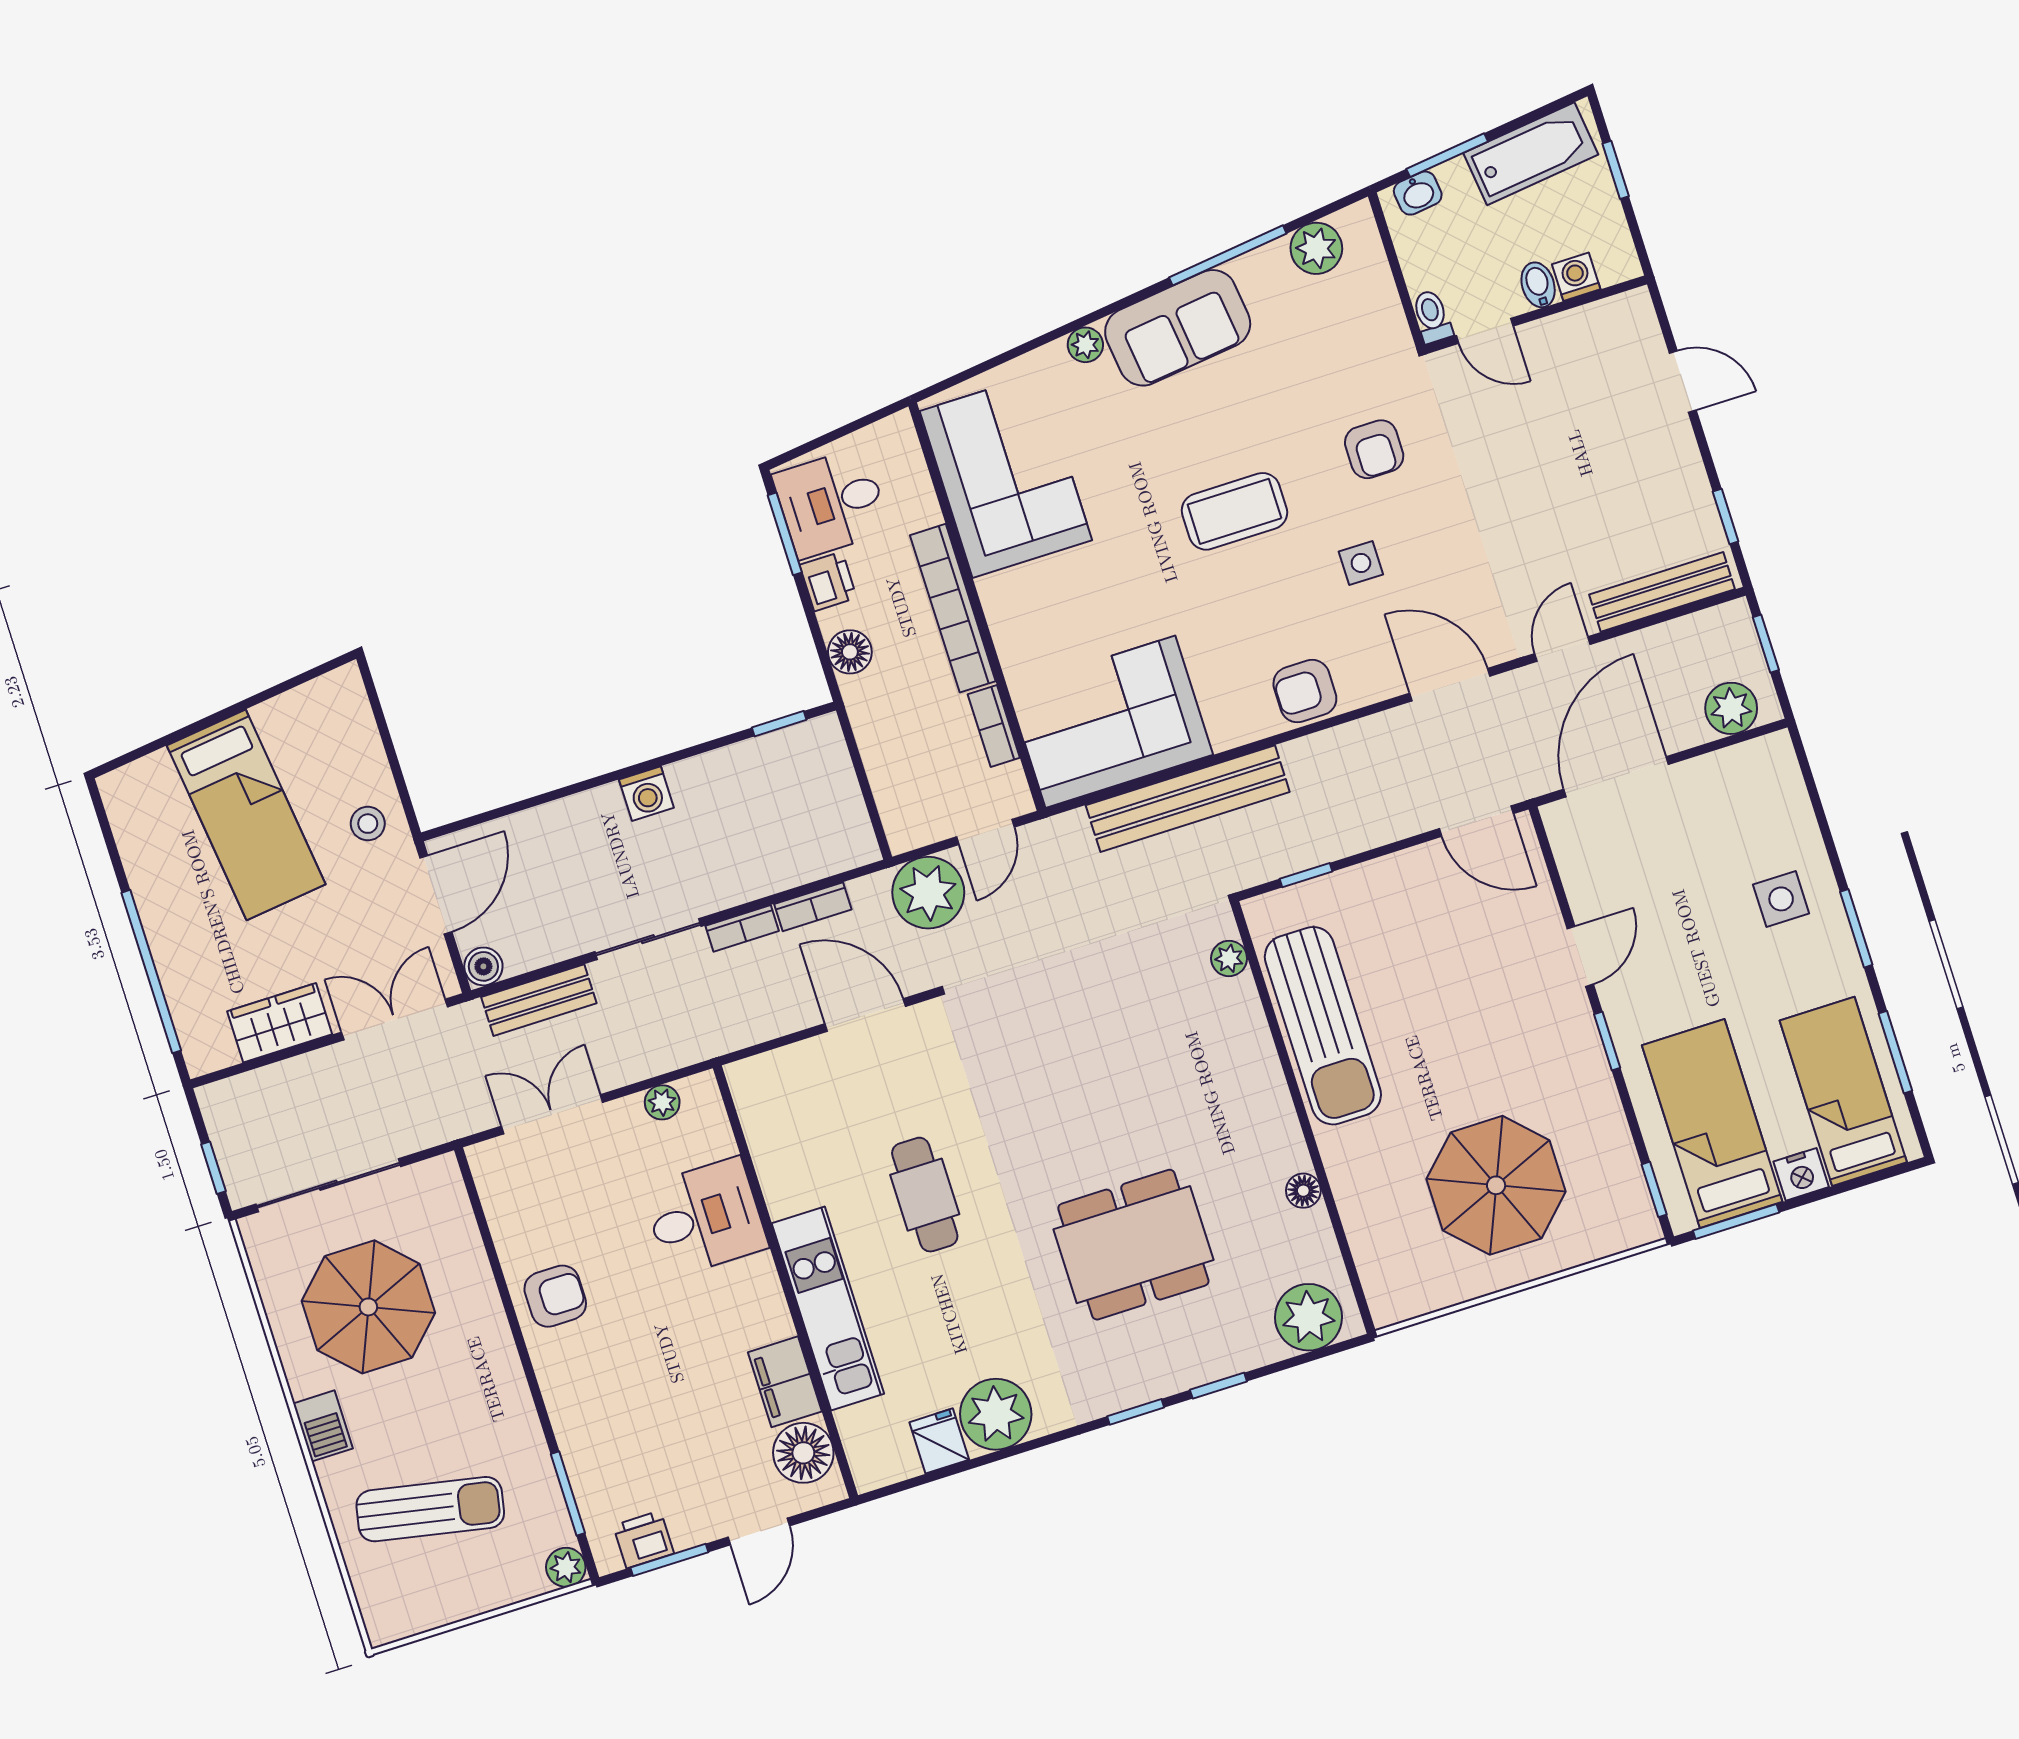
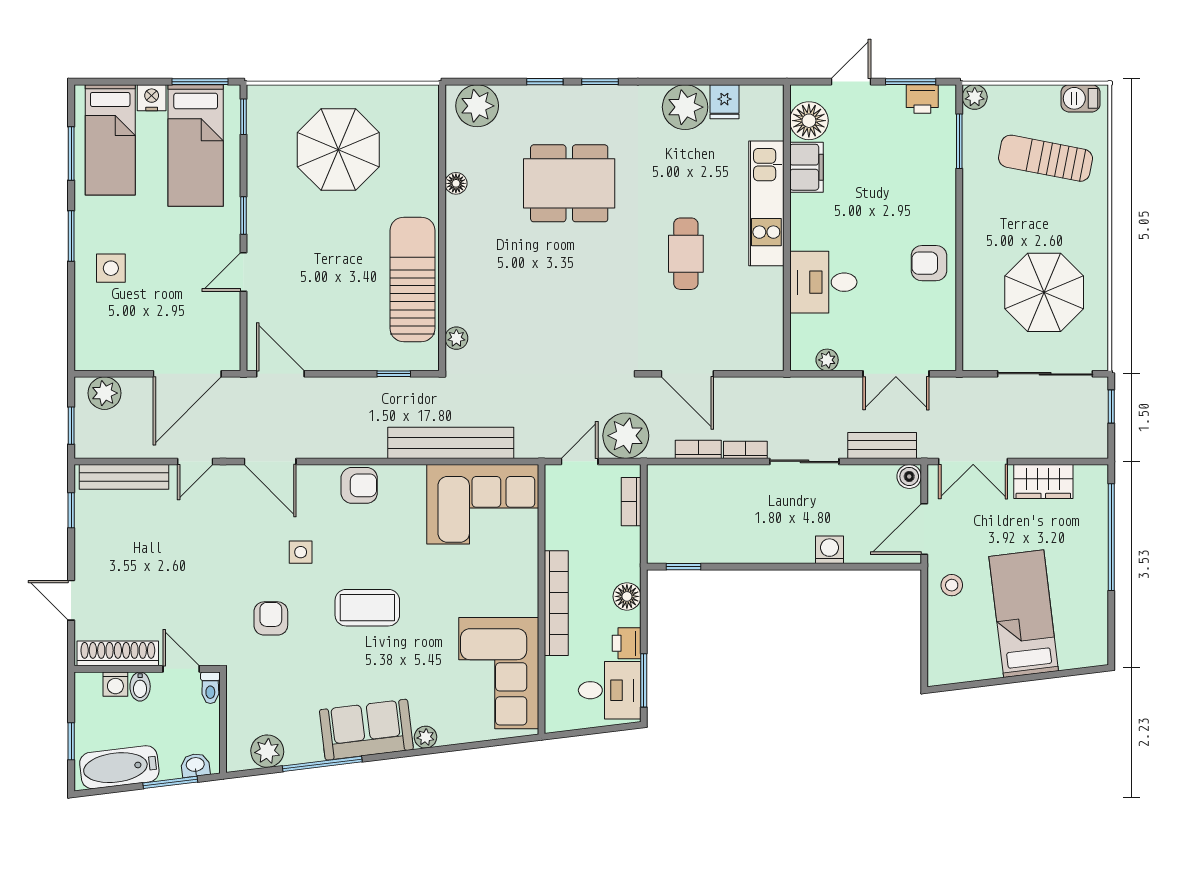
shoe rack: (1587, 324) -> (118, 653), added
bookcase: (994, 726) -> (631, 502), moved, turned 180
washing machine: (646, 794) -> (829, 550), moved
barbecue: (323, 1426) -> (1080, 98), moved, turned -90

